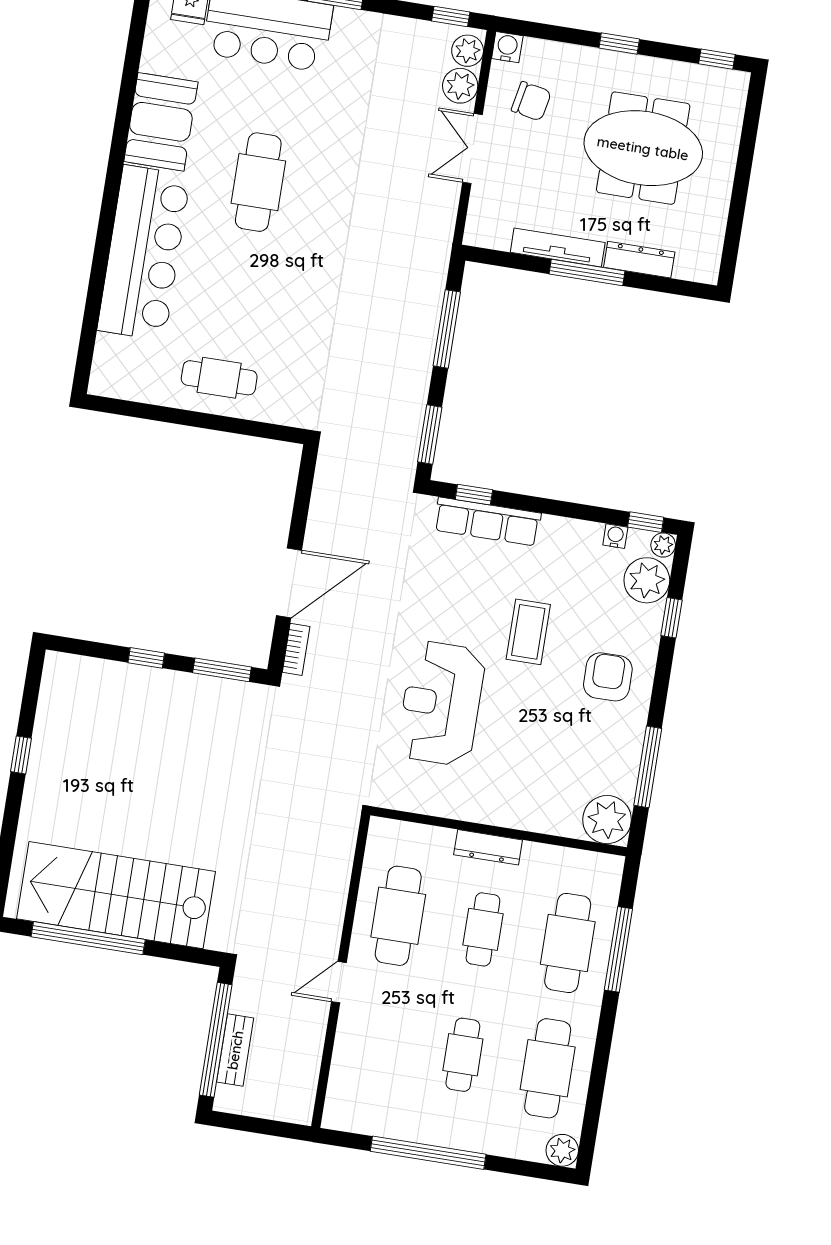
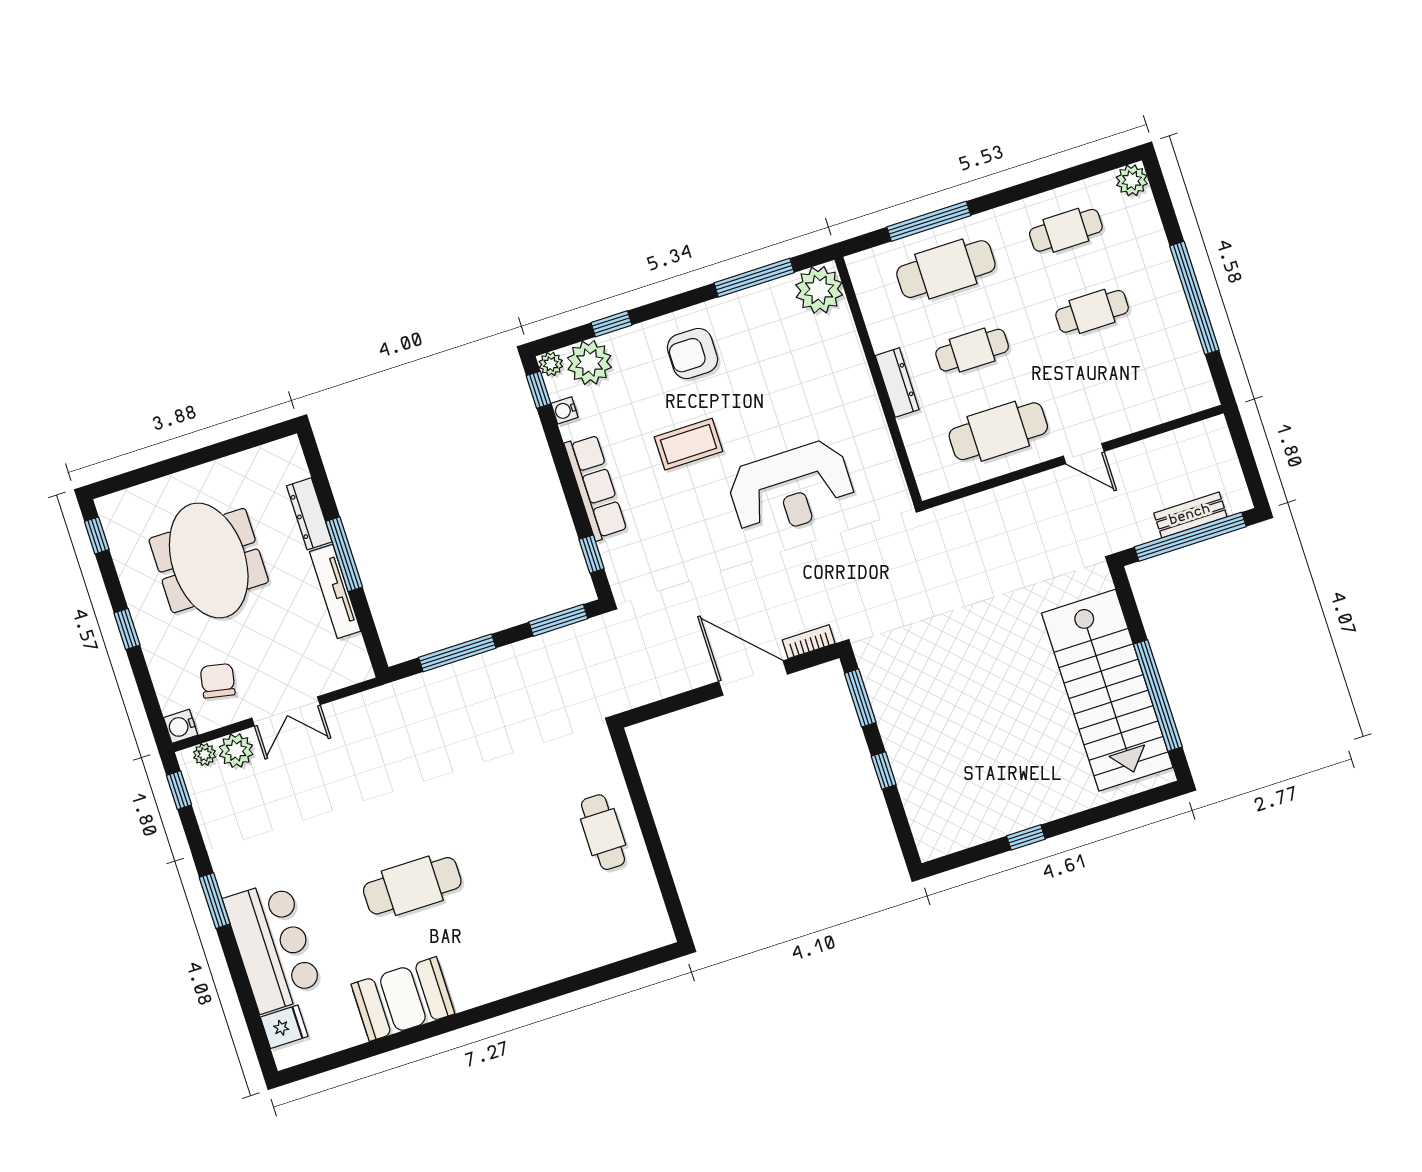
plant: (468, 51) -> (204, 754), width x0.73, depth x0.73
bar counter: (144, 253) -> (526, 955), removed
row of seats: (487, 522) -> (596, 487), moved
cafe table: (548, 1068) -> (1066, 230), width x0.73, depth x0.74

